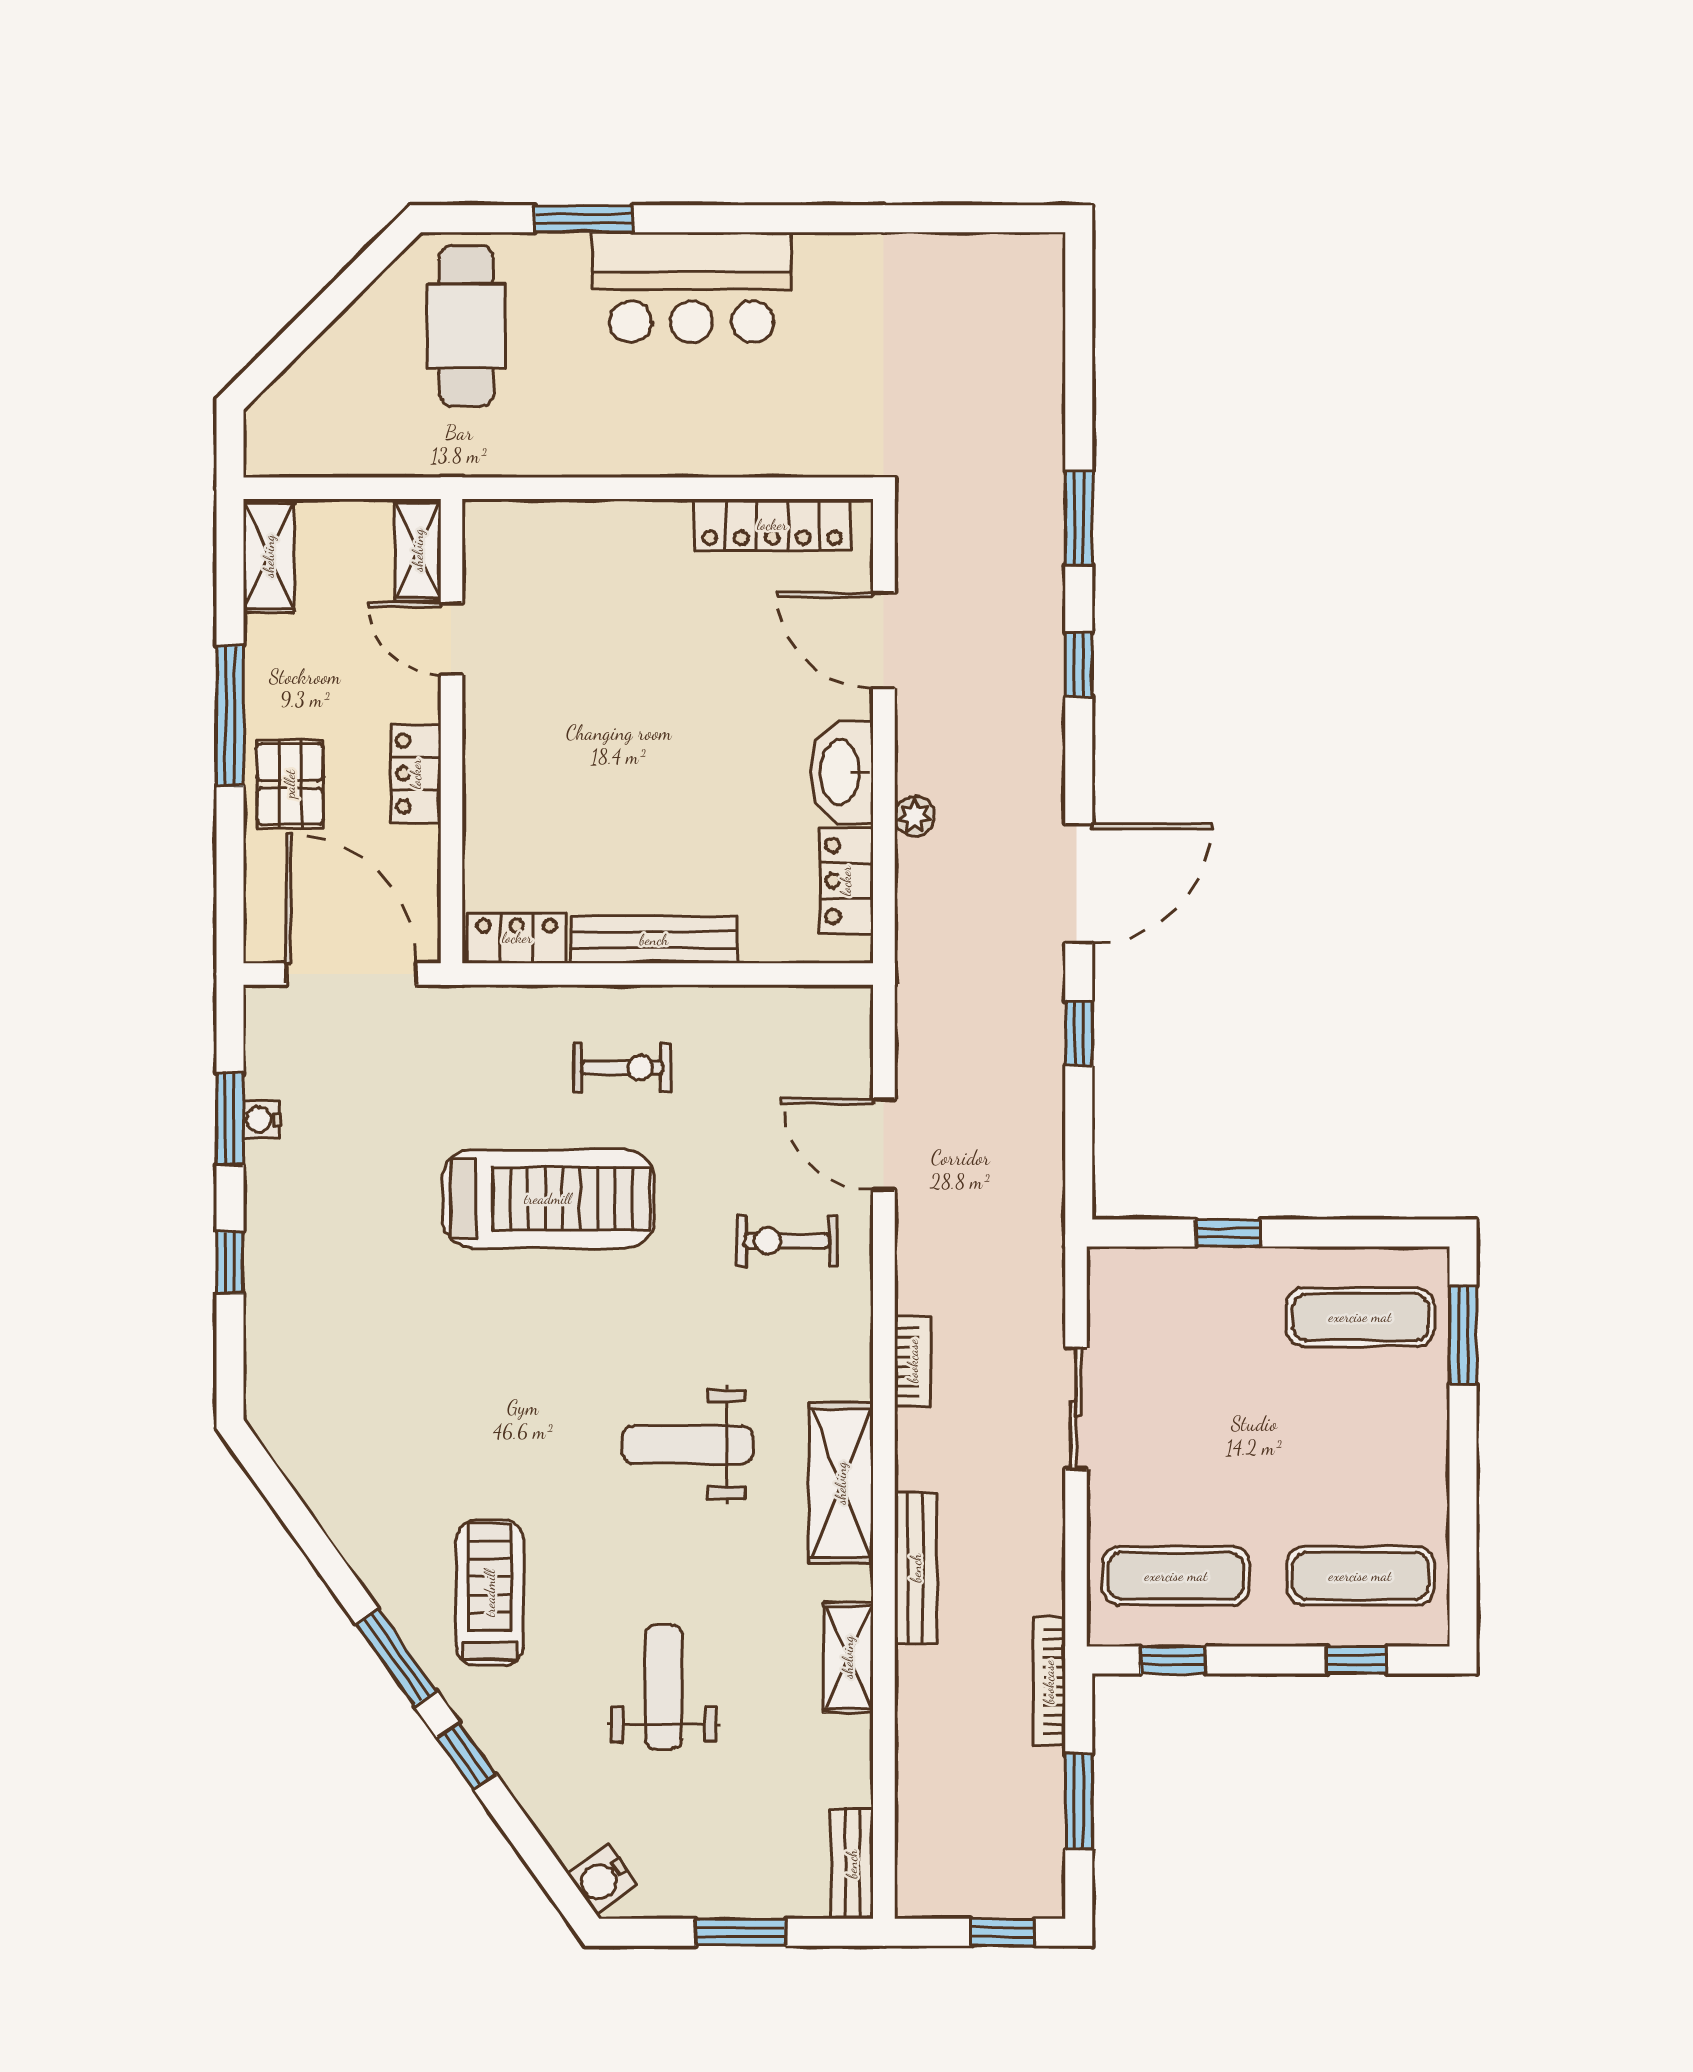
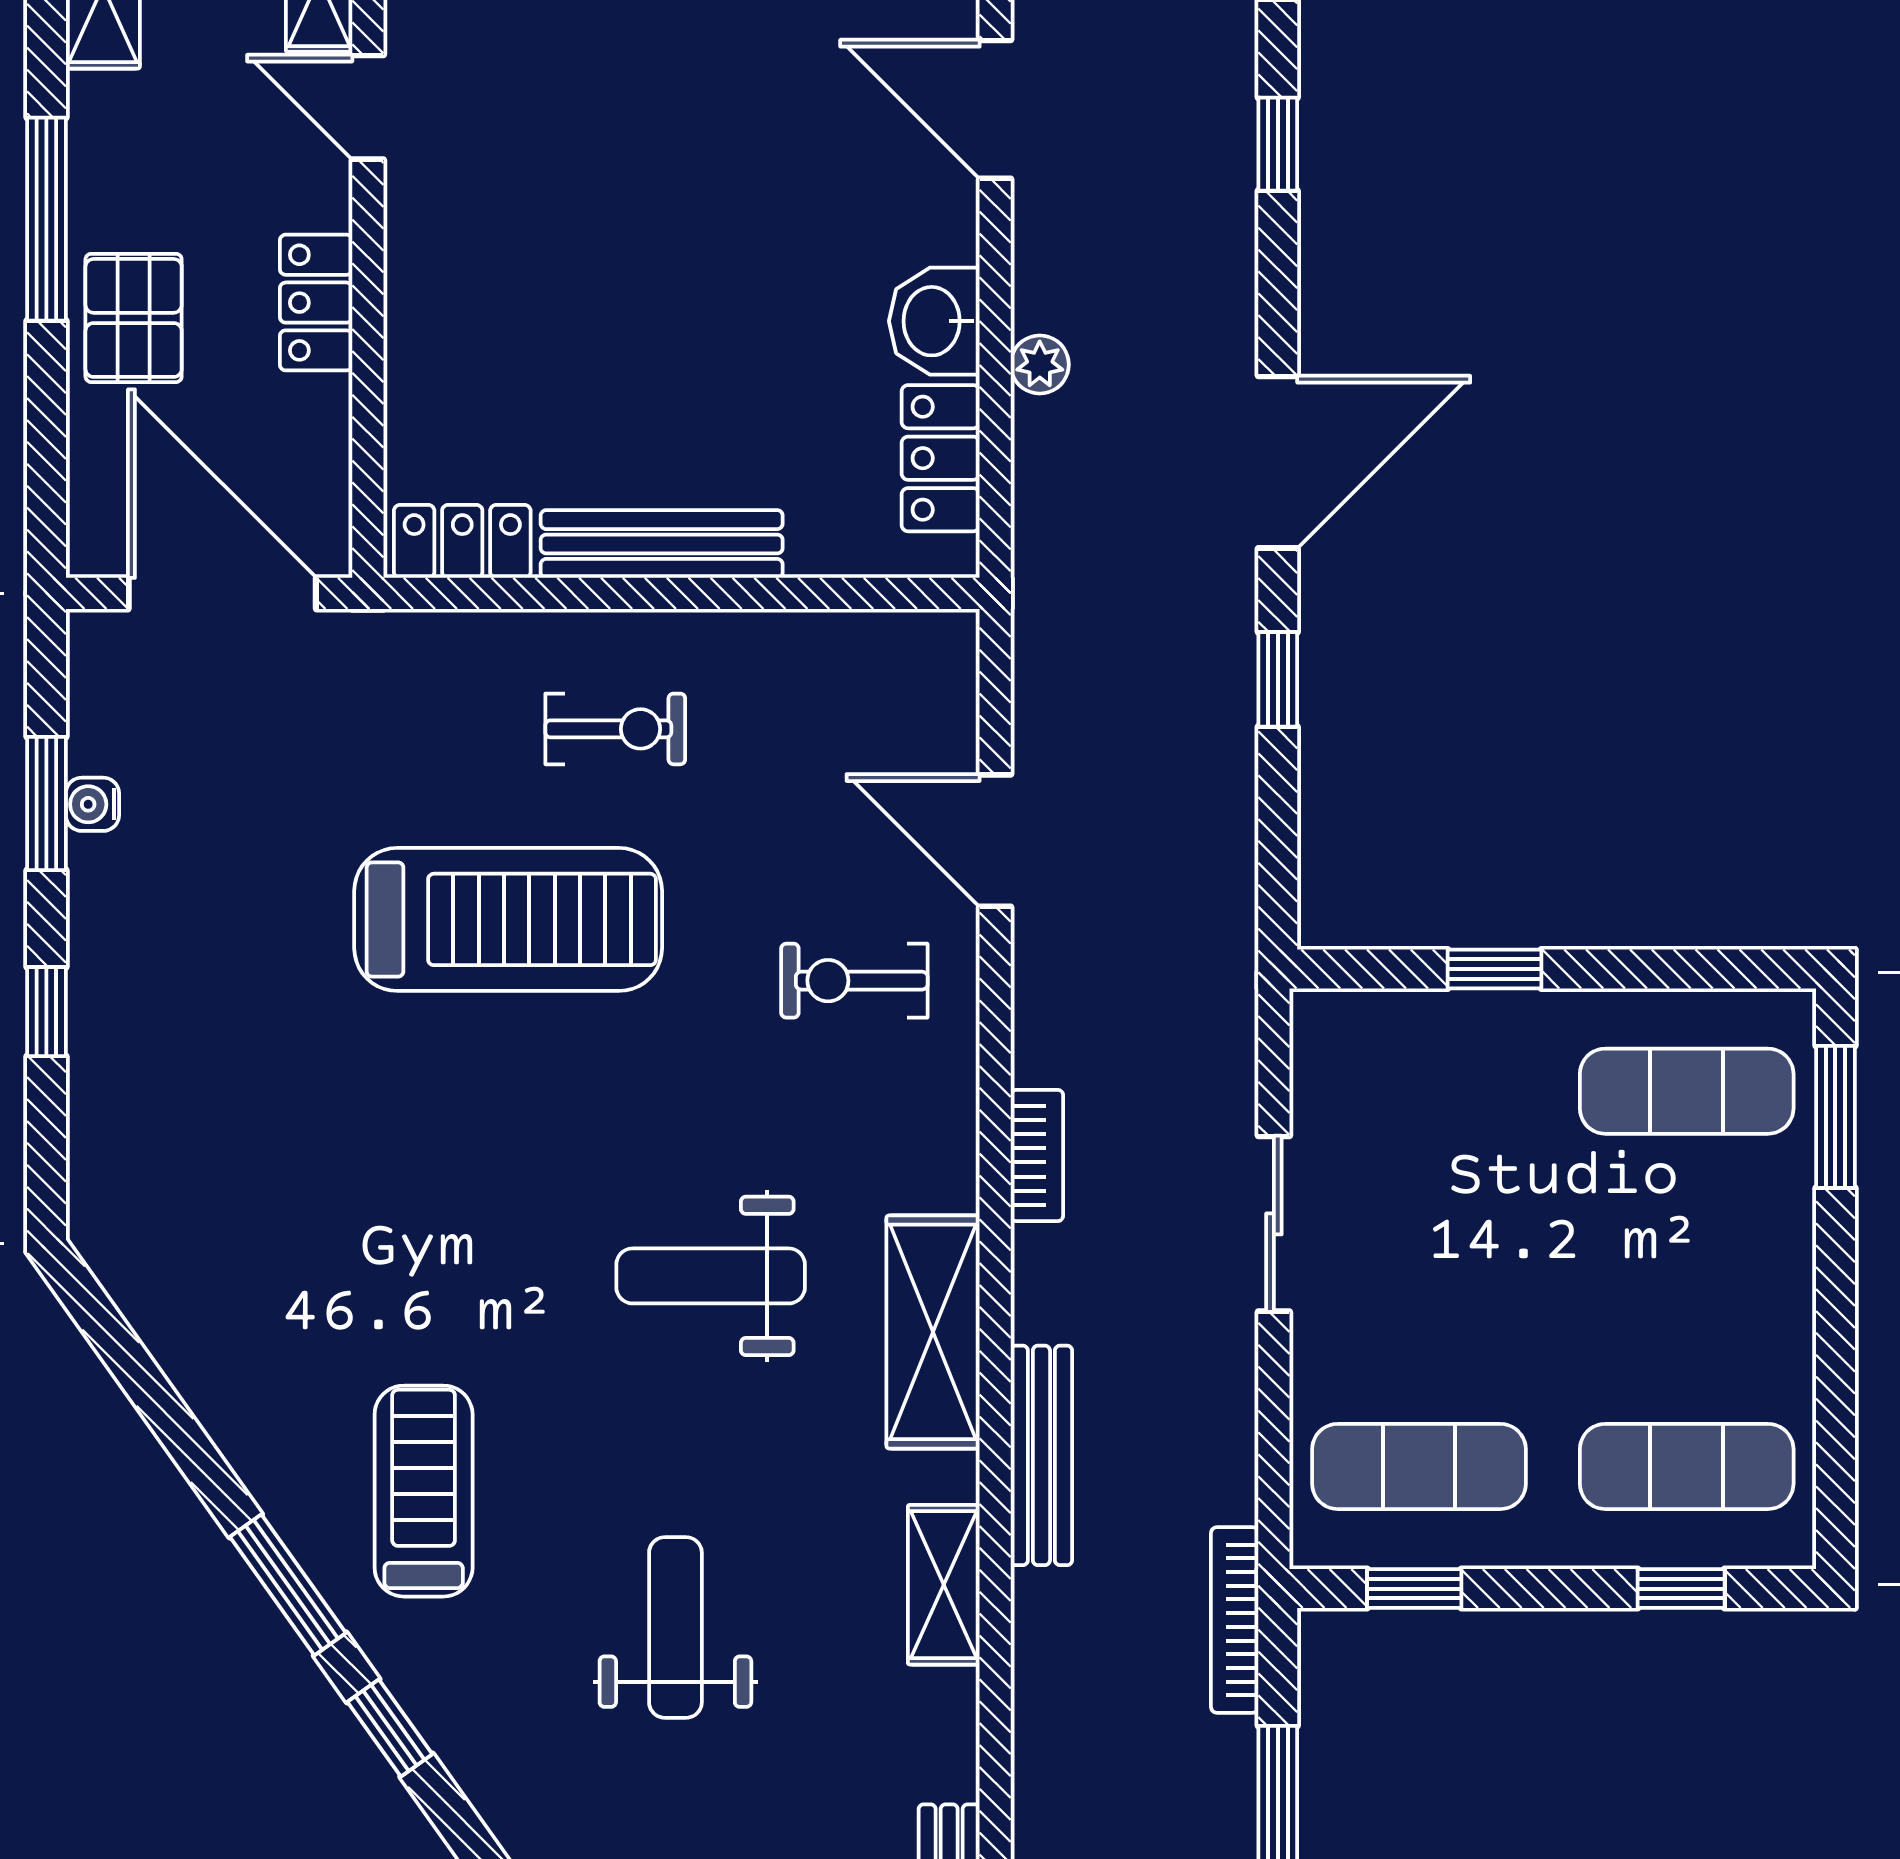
washbasin: (842, 772) -> (934, 321), width x0.72

